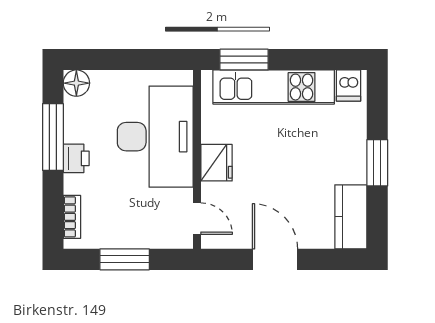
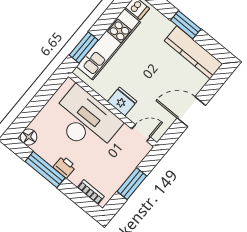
kitchen counter: (351, 217) -> (193, 52), width x1.50

